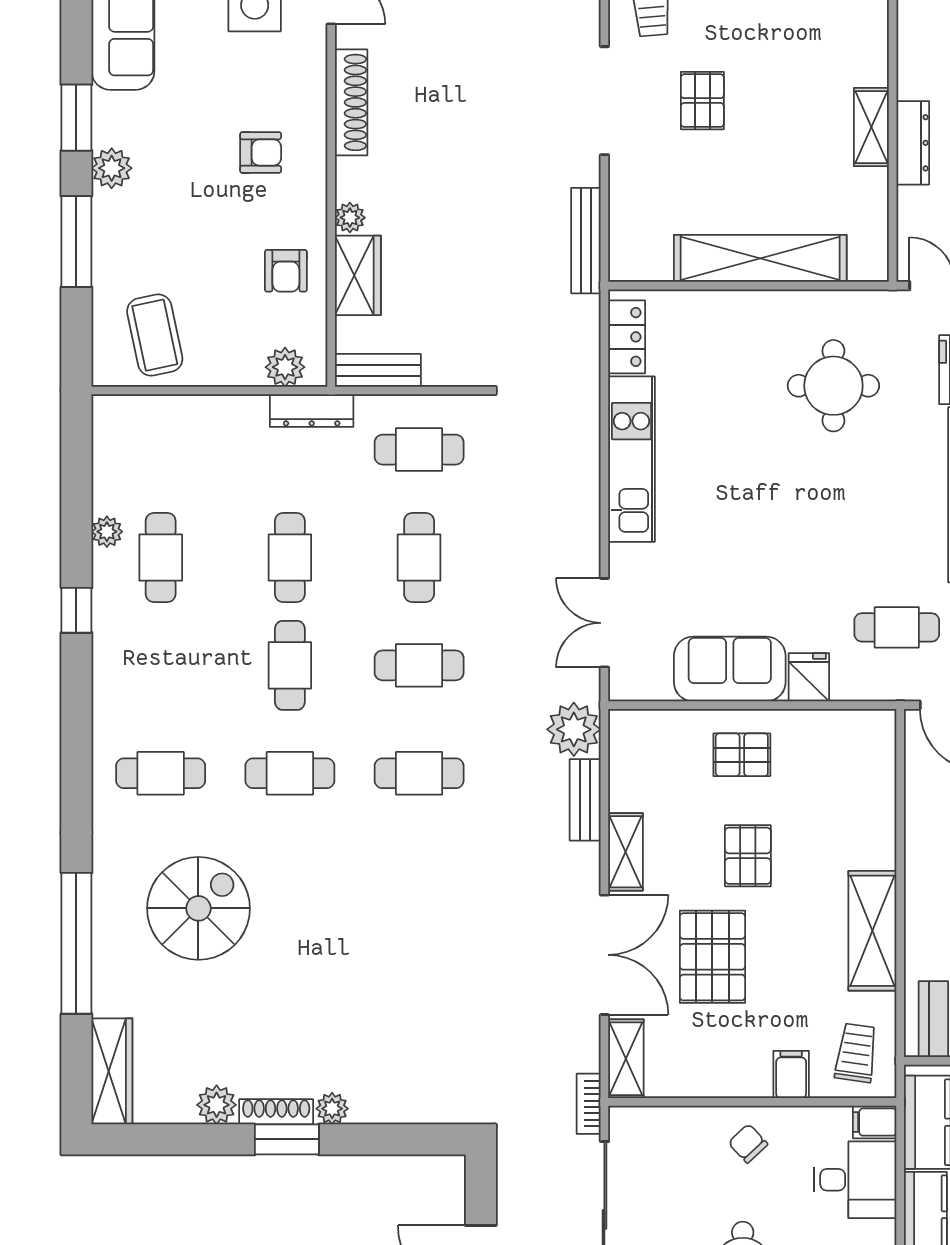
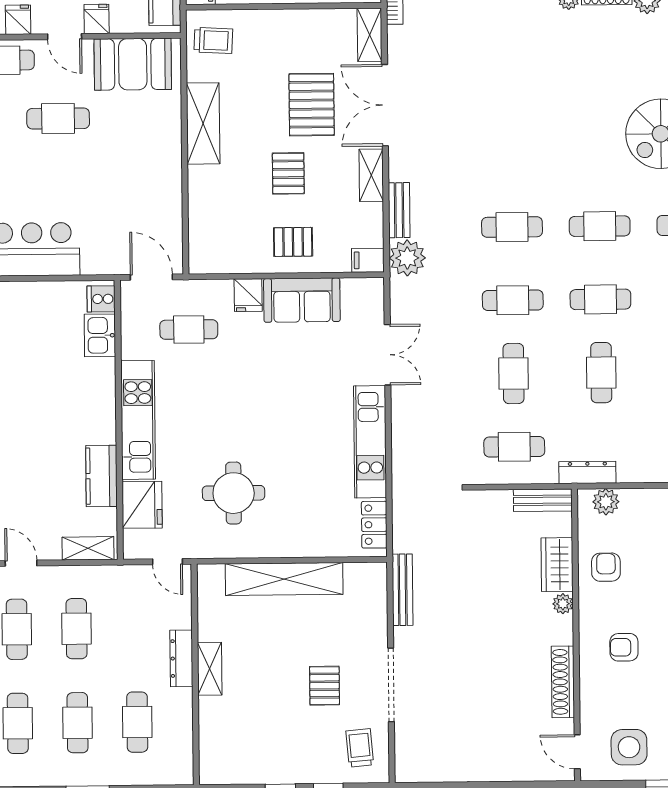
double door: (604, 623) -> (388, 355), moved
cafe table: (290, 665) -> (600, 299), turned 90
trolley: (856, 1053) -> (213, 40), turned -95
filing cabinet: (791, 1075) -> (368, 260), moved, turned 90

